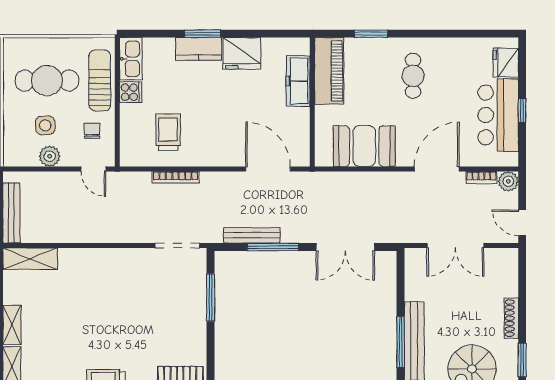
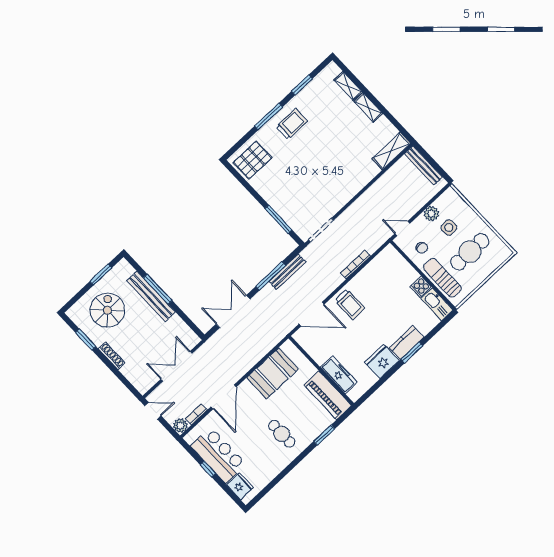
sun lounger: (100, 81) -> (442, 278), turned 180
trolley: (168, 132) -> (350, 304), moved

